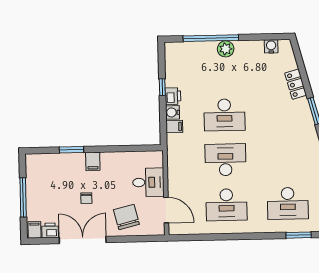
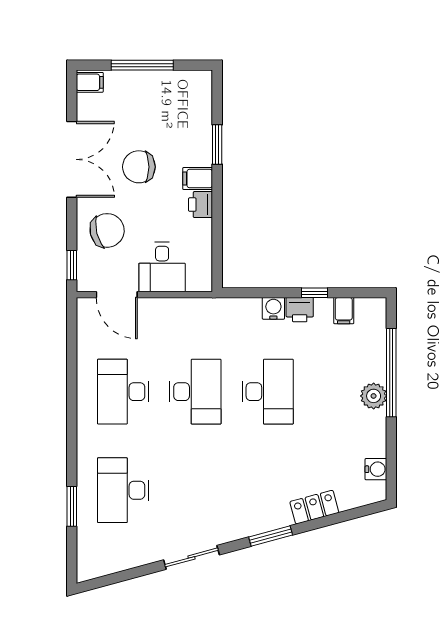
desk: (224, 115) -> (268, 392), turned 180
filing cabinet: (174, 127) -> (344, 311), moved
chair: (86, 198) -> (139, 167), width x1.87, depth x1.87
door: (166, 210) -> (117, 295), hinge flipped
printer: (50, 230) -> (201, 205), moved, turned 180
window: (149, 239) -> (72, 265), added

